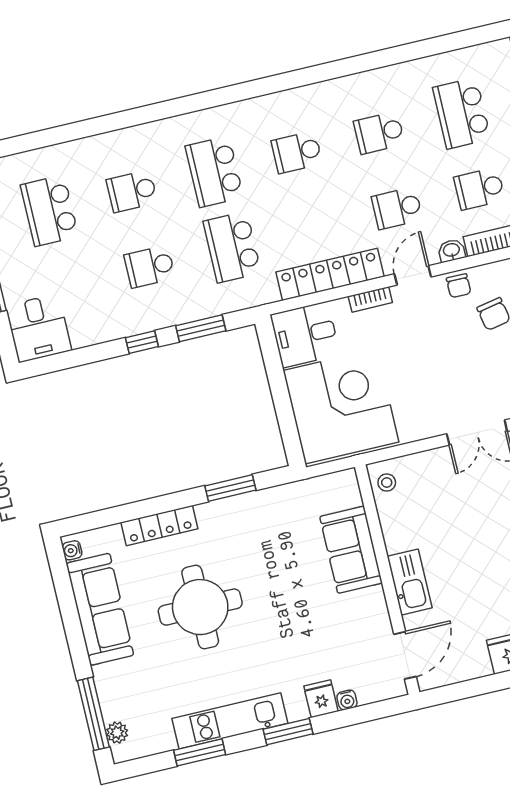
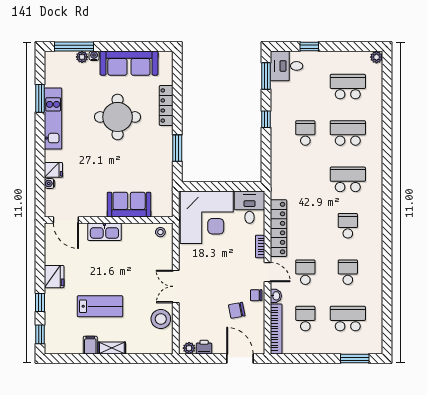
school desk: (132, 191) -> (348, 133), width x1.85
school desk: (232, 247) -> (305, 179), removed
window: (201, 328) -> (266, 76), moved
water cooler: (72, 550) -> (94, 56), moved
window: (288, 732) -> (40, 148), removed
plant: (117, 733) -> (82, 57), moved

